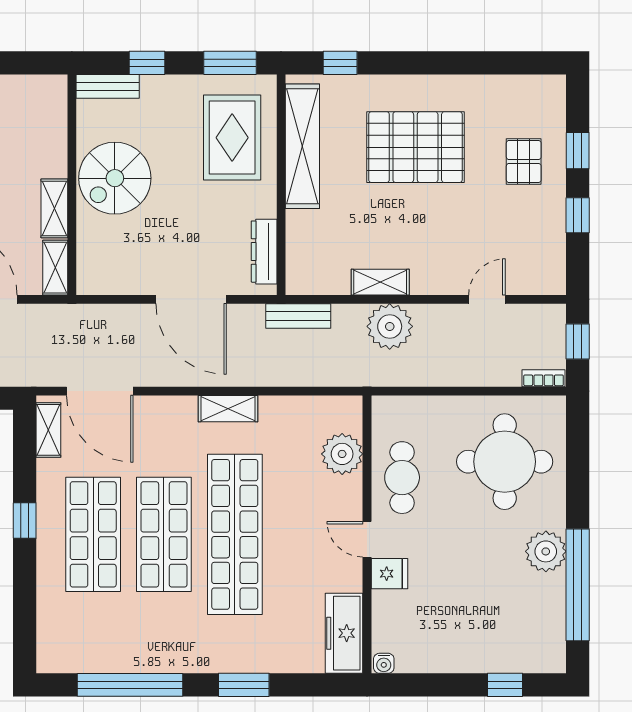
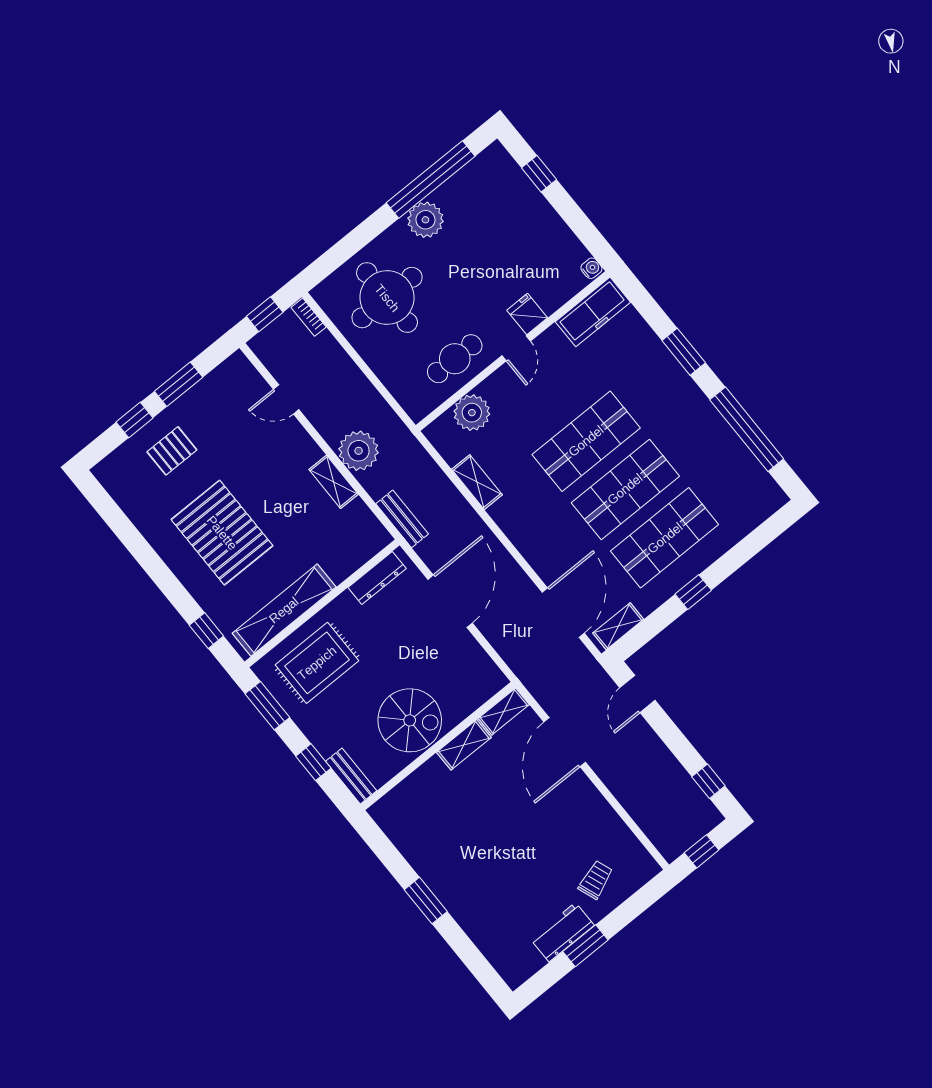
window: (578, 215) -> (179, 384), width x1.50
shelving: (228, 409) -> (477, 482), moved
shop shelf: (235, 534) -> (586, 441), width x0.71

